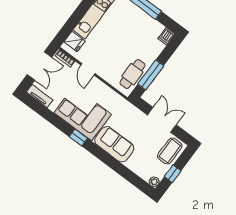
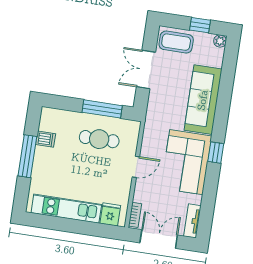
dishwasher: (166, 36) -> (46, 139), moved
door: (88, 69) -> (136, 167), moved
cafe table: (132, 74) -> (99, 139), moved
sofa: (114, 144) -> (203, 100), width x1.36

